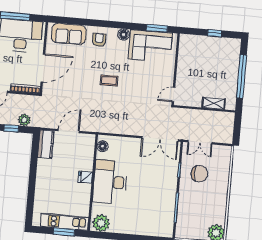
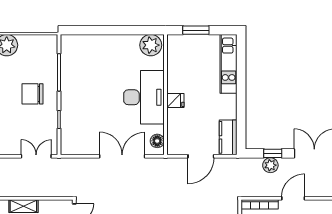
plant: (24, 120) -> (270, 165), moved
double door: (160, 139) -> (122, 156), moved
chair: (199, 174) -> (33, 94), moved
kitchen unit: (64, 222) -> (229, 64), moved, turned 90

